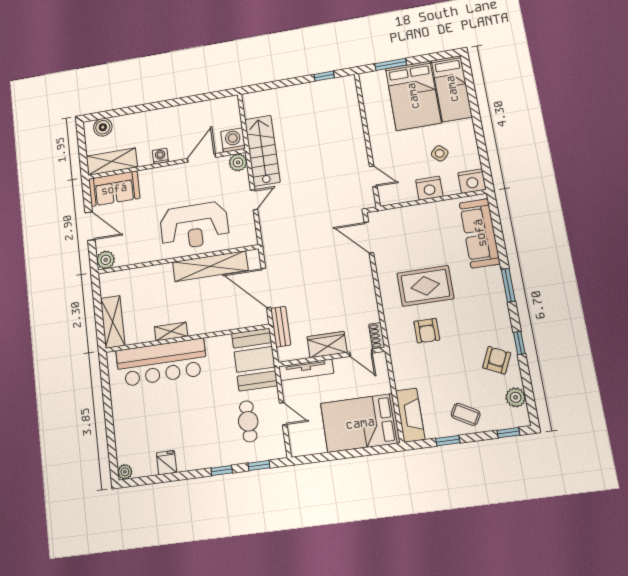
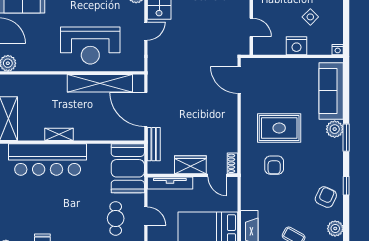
nightstand: (472, 181) -> (338, 50), width x0.53, depth x0.56
plant: (492, 277) -> (335, 129), added

